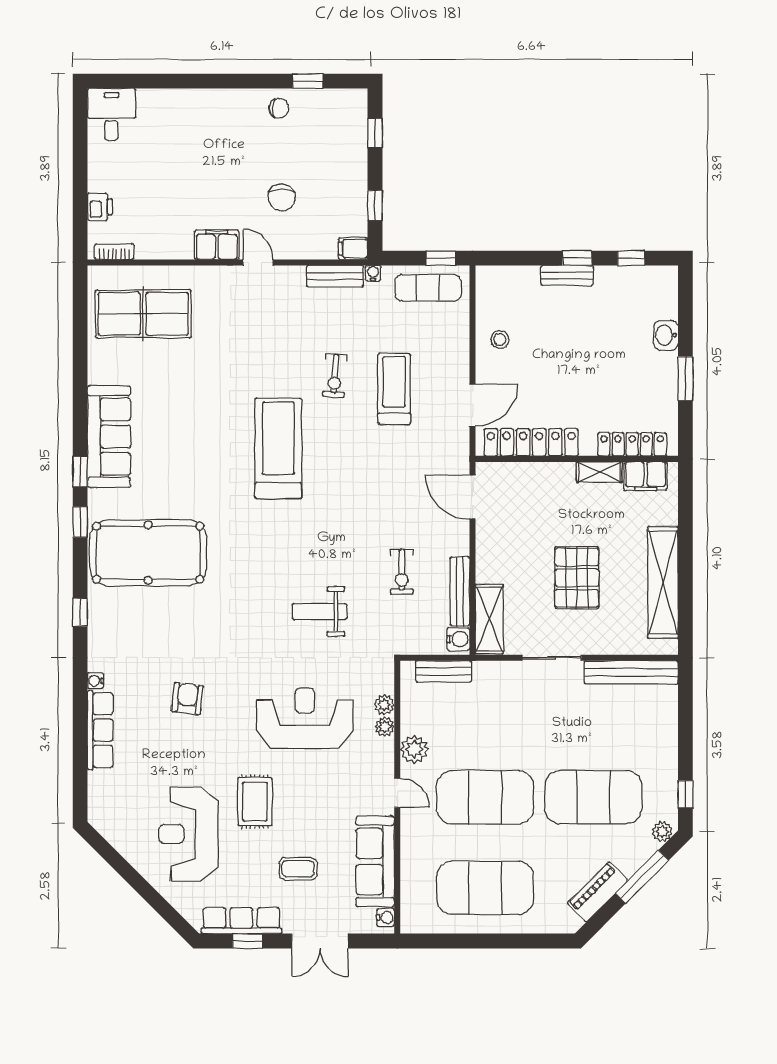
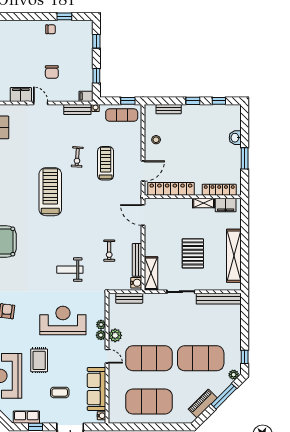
bench: (567, 275) -> (169, 109), moved
plant: (384, 705) -> (101, 335), moved
row of seats: (241, 921) -> (26, 417), width x0.68

